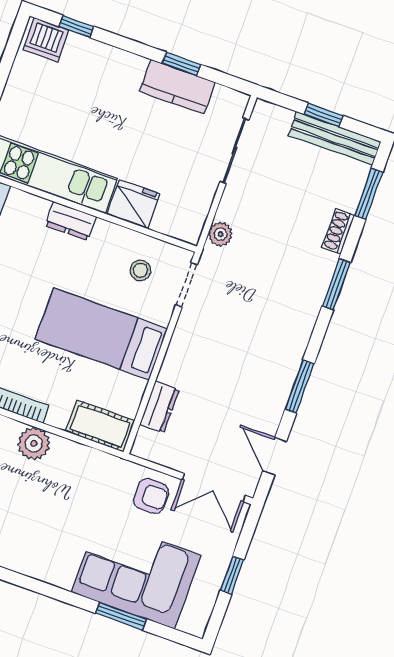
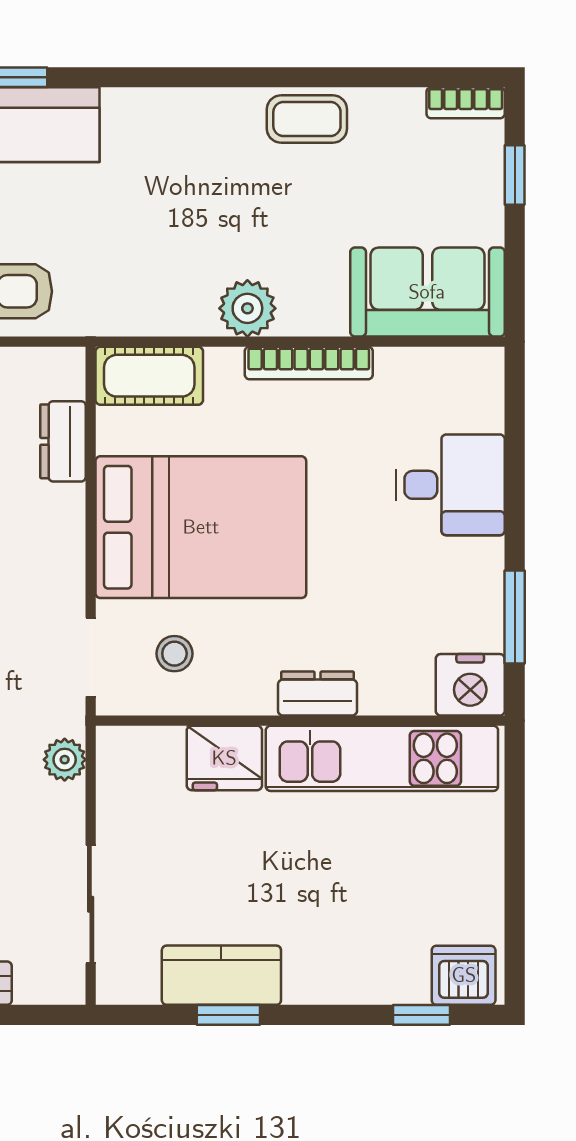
bed: (101, 334) -> (201, 527), width x1.50

